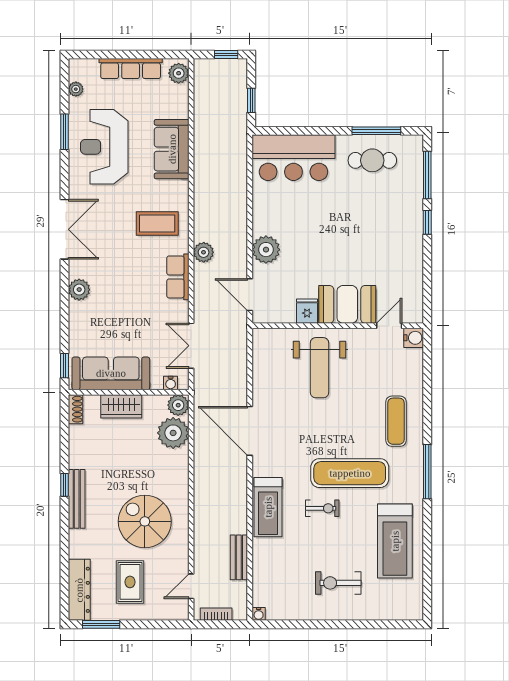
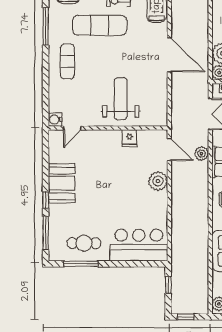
plant: (204, 252) -> (201, 153), moved
booth: (347, 304) -> (62, 183), moved, turned 90

